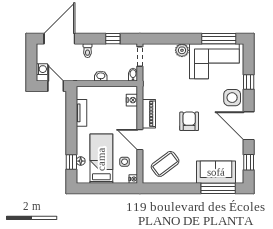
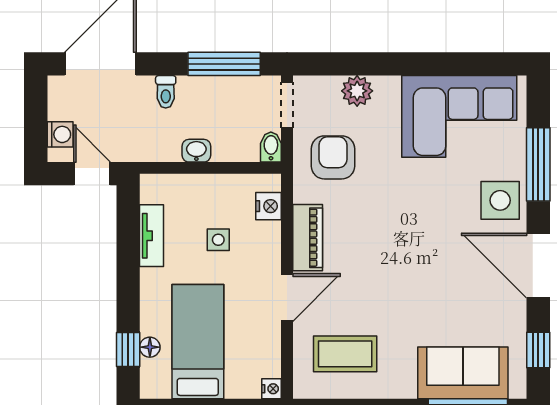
window: (113, 39) -> (224, 64), width x2.17
window: (219, 39) -> (469, 64), removed
plant: (182, 50) -> (357, 91), moved
window: (249, 82) -> (538, 164), width x2.17
armchair: (189, 121) -> (333, 157), moved
door: (140, 140) -> (287, 297), swing flipped
side table: (125, 162) -> (218, 240), moved
coffee table: (165, 164) -> (345, 354), turned 37

